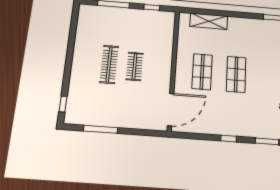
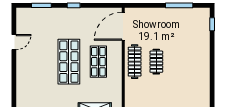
clothes rail: (109, 64) -> (135, 62), moved
shop shelf: (236, 74) -> (69, 62), width x1.43, depth x1.36

